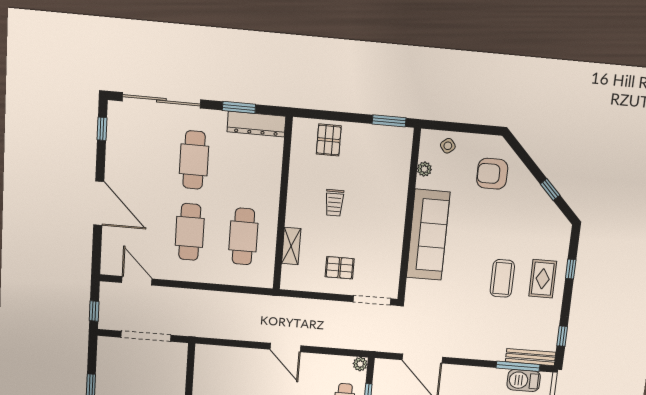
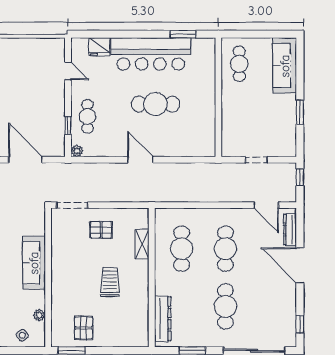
dresser: (256, 124) -> (163, 319), moved, turned 90
pallet: (329, 140) -> (84, 328), moved
trolley: (334, 203) -> (110, 282), width x1.36, depth x1.39
sofa: (428, 235) -> (34, 263), width x0.74, depth x0.79
dresser: (109, 249) -> (290, 230), added
doorway: (146, 336) -> (256, 160), width x0.53

